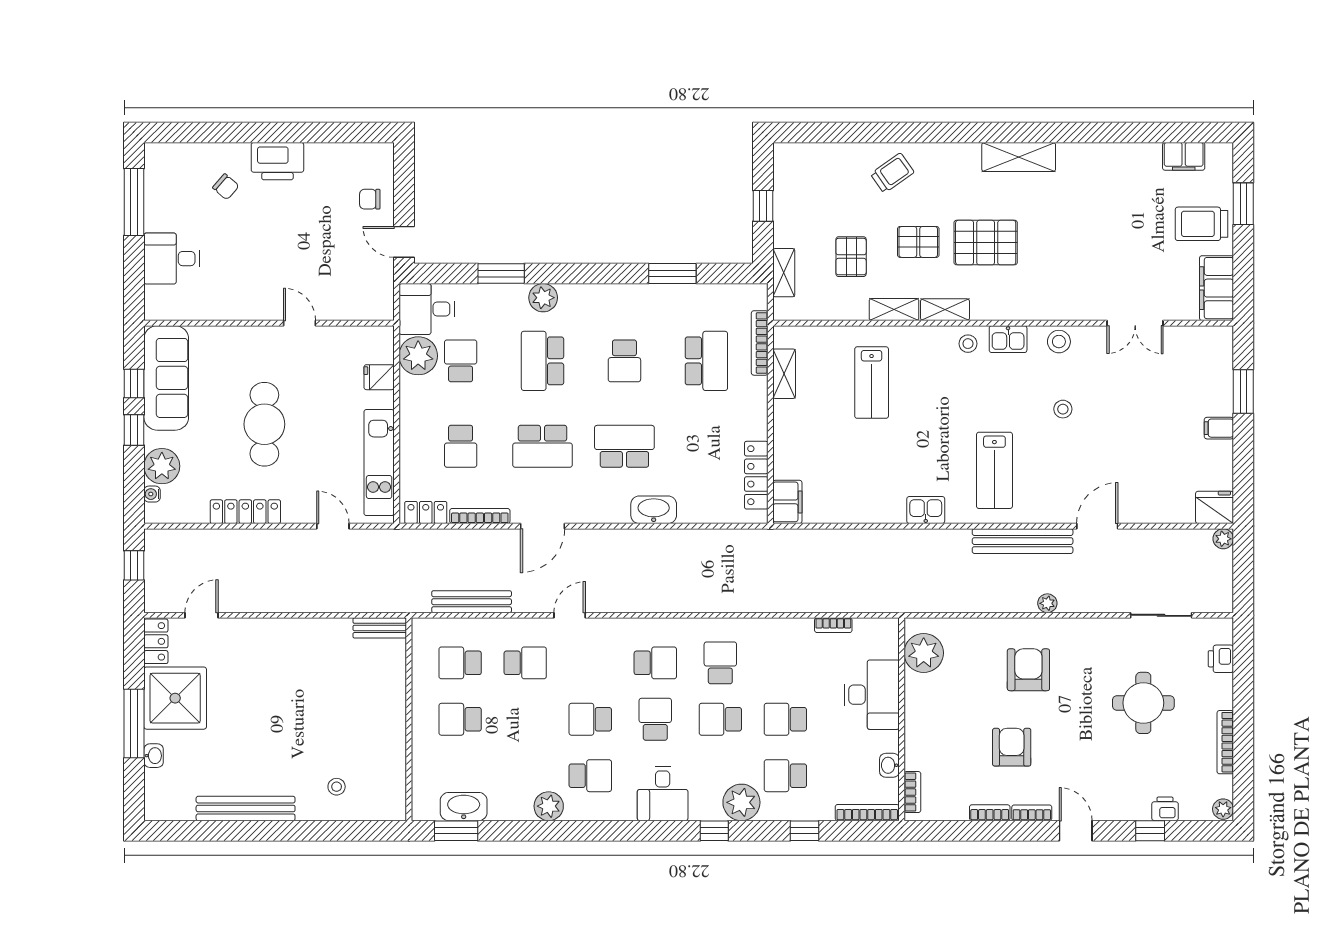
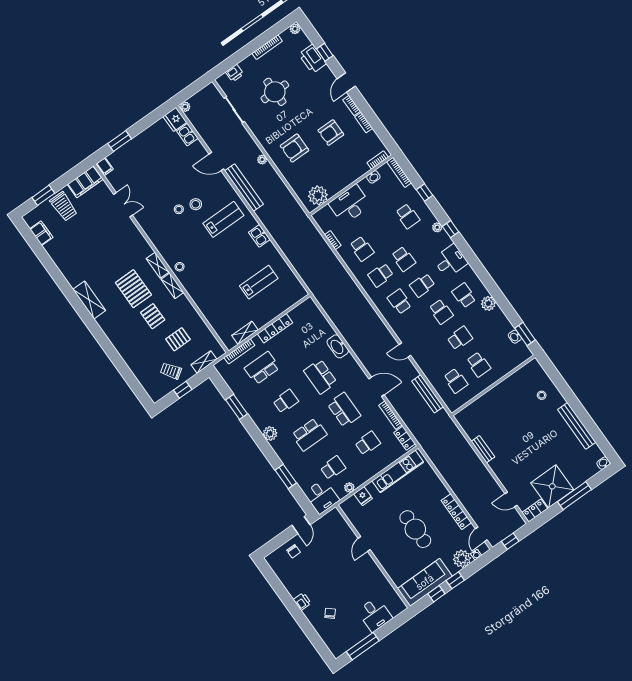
printer: (277, 161) -> (302, 601), width x0.53, depth x0.68
trolley: (892, 173) -> (171, 371), moved
plant: (543, 298) -> (270, 434), moved
shelving: (894, 310) -> (158, 265), moved
kitchen sink: (1008, 339) -> (187, 135), moved, turned 180
stool: (1059, 342) -> (196, 204), moved
plant: (418, 356) -> (349, 487), width x0.53, depth x0.53
school desk: (461, 361) -> (333, 468), turned 180
lab bench: (872, 383) -> (259, 282), moved
cafe table: (264, 424) -> (415, 529), turned 90
filing cabinet: (1219, 428) -> (105, 167), moved
locker: (756, 475) -> (275, 328), moved
filing cabinet: (787, 502) -> (296, 294), removed
door: (333, 526) -> (481, 534), moved
bench: (380, 628) -> (483, 449), moved
school desk: (525, 663) -> (460, 338), moved, turned 90
school desk: (785, 719) -> (362, 249), moved
washbasin: (154, 756) -> (603, 463), moved
plant: (741, 802) -> (437, 227), width x0.53, depth x0.53
washbasin: (464, 807) -> (515, 337), width x0.52, depth x0.69
printer: (1165, 809) -> (313, 59), width x1.87, depth x1.48

